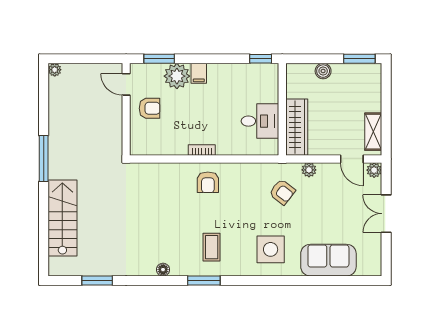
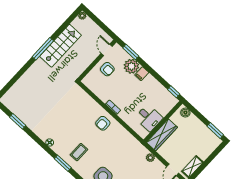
boiler: (323, 71) -> (185, 113), moved
armchair: (282, 192) -> (130, 156), removed
stairs: (62, 218) -> (61, 46), moved

